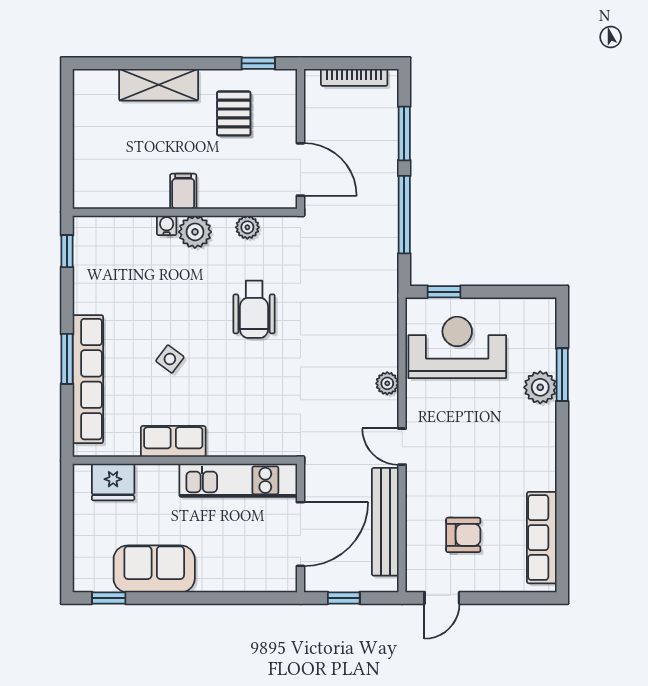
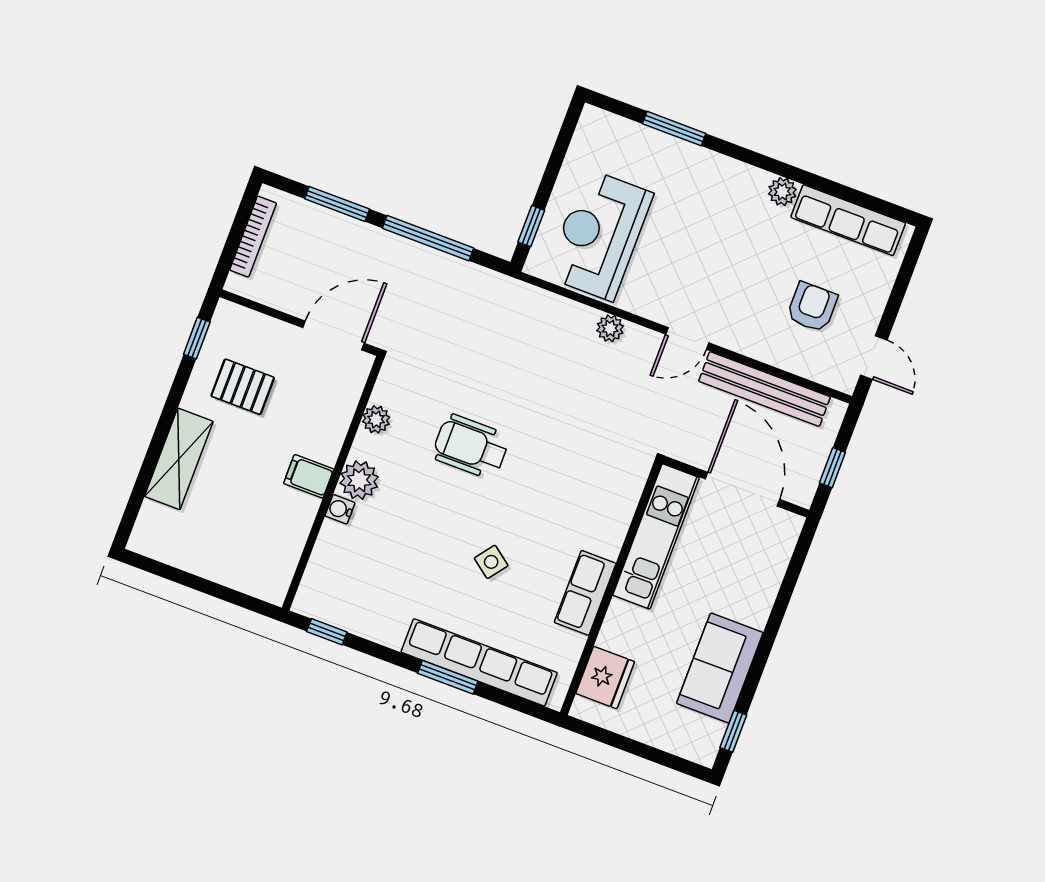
wheelchair: (254, 309) -> (471, 447), turned 180
plant: (540, 387) -> (782, 192), moved, width x0.73, depth x0.73

